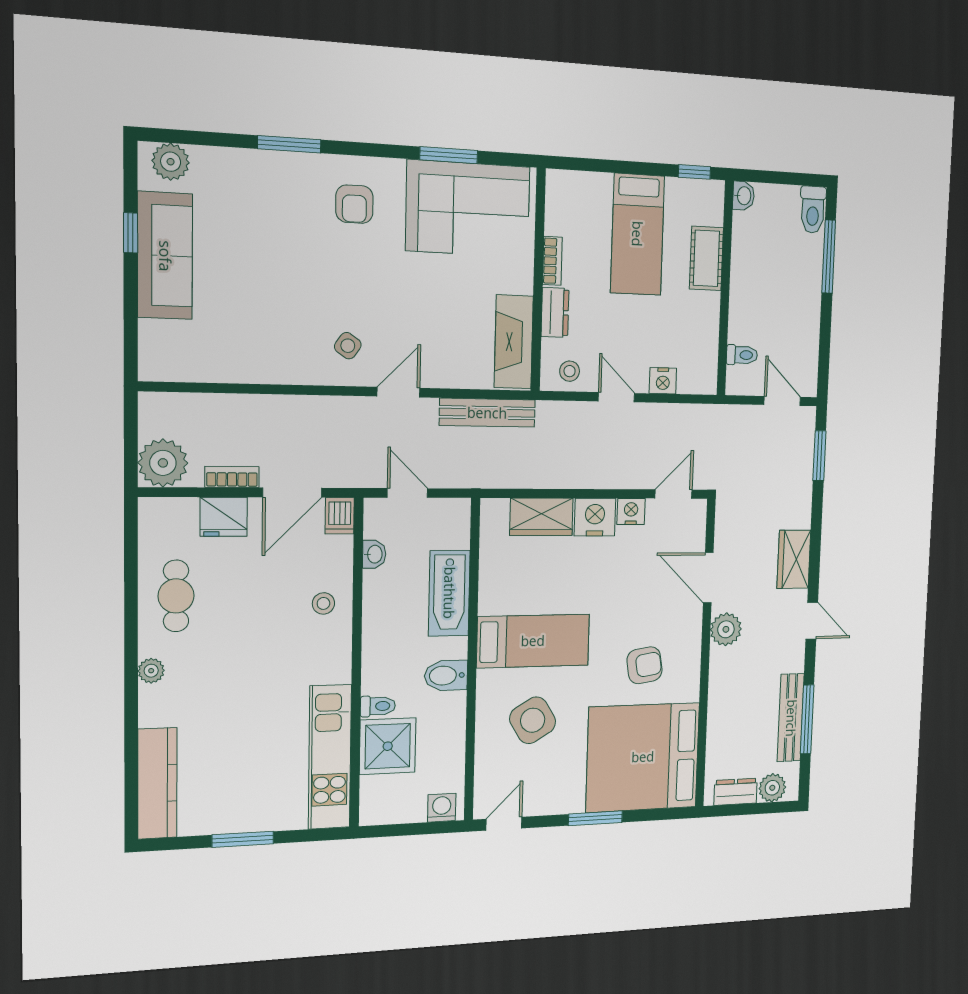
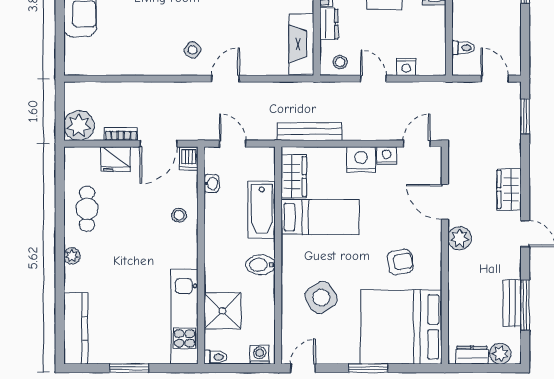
bench: (487, 413) -> (310, 132), moved
wardrobe: (541, 517) -> (294, 176), moved, turned -90
bed: (533, 641) -> (320, 217), moved
toilet: (378, 706) -> (215, 357), moved
bench: (791, 718) -> (512, 303), width x0.73

